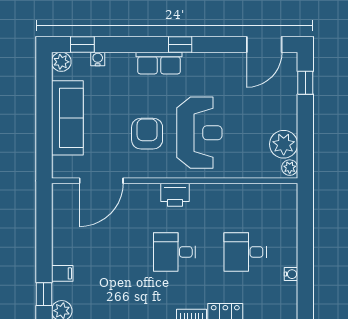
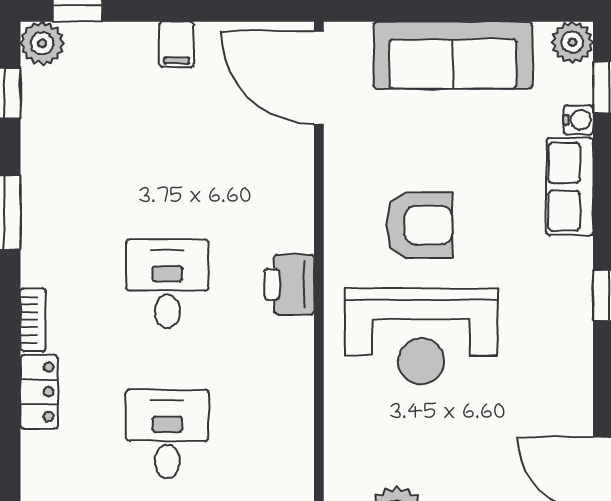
row of seats: (159, 63) -> (570, 187), moved
door: (101, 181) -> (319, 78), moved
filing cabinet: (62, 273) -> (177, 44), moved

